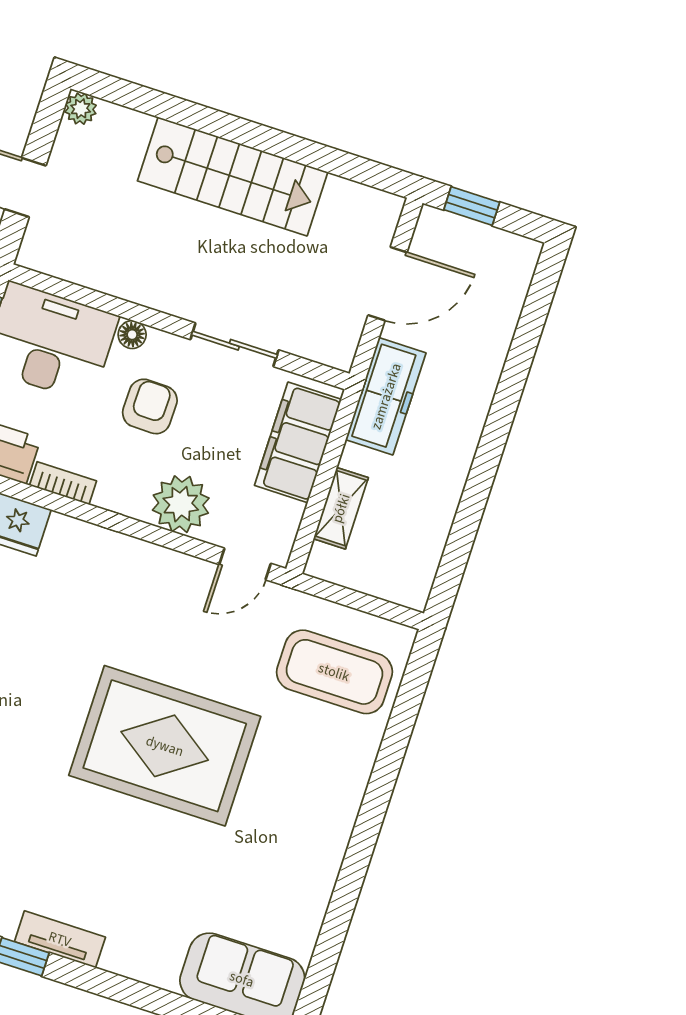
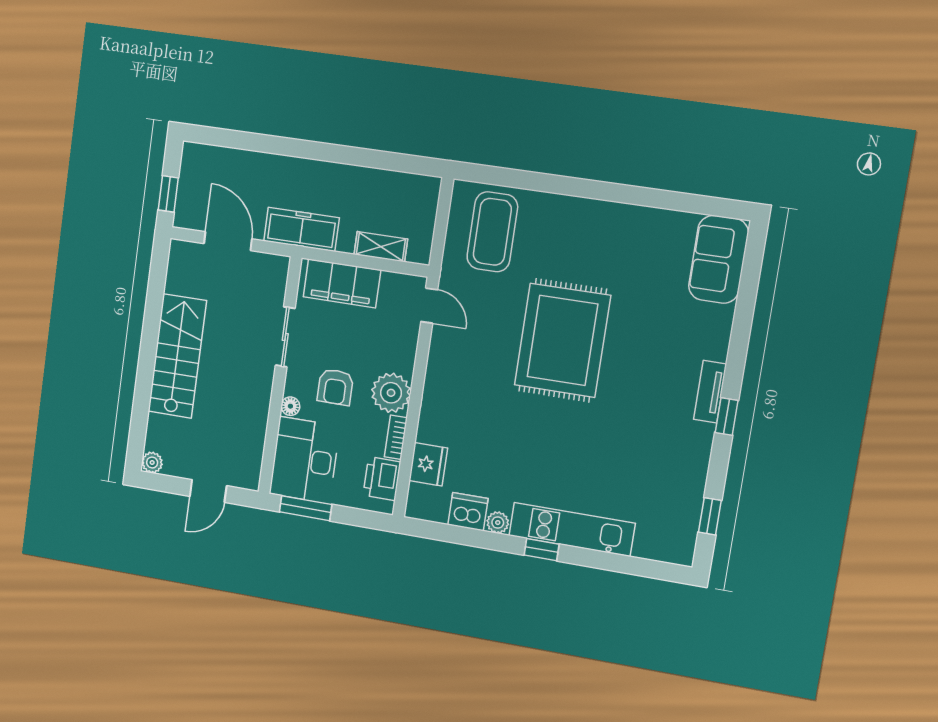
armchair: (150, 406) -> (335, 387), turned -91
plant: (181, 504) -> (391, 393), moved

